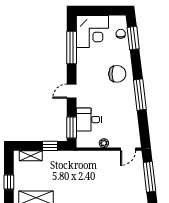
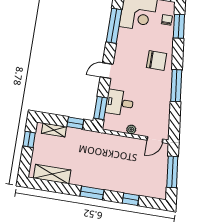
window: (9, 182) -> (29, 139), moved

